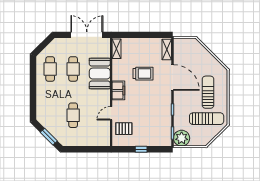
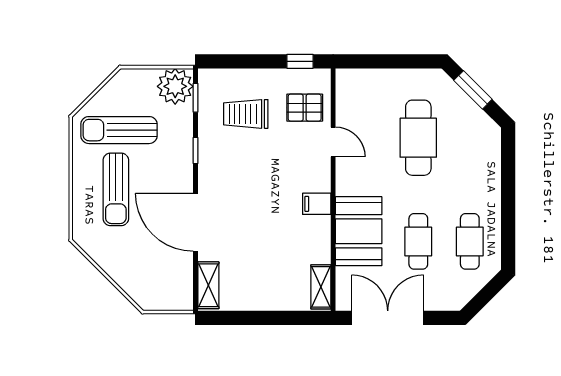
double door: (87, 35) -> (388, 318), swing flipped
trolley: (143, 74) -> (246, 114), moved
filing cabinet: (118, 90) -> (317, 204), width x0.50
door: (111, 113) -> (333, 142), hinge flipped
cafe table: (73, 115) -> (418, 138), width x1.37, depth x1.35
window: (141, 149) -> (300, 61), moved

